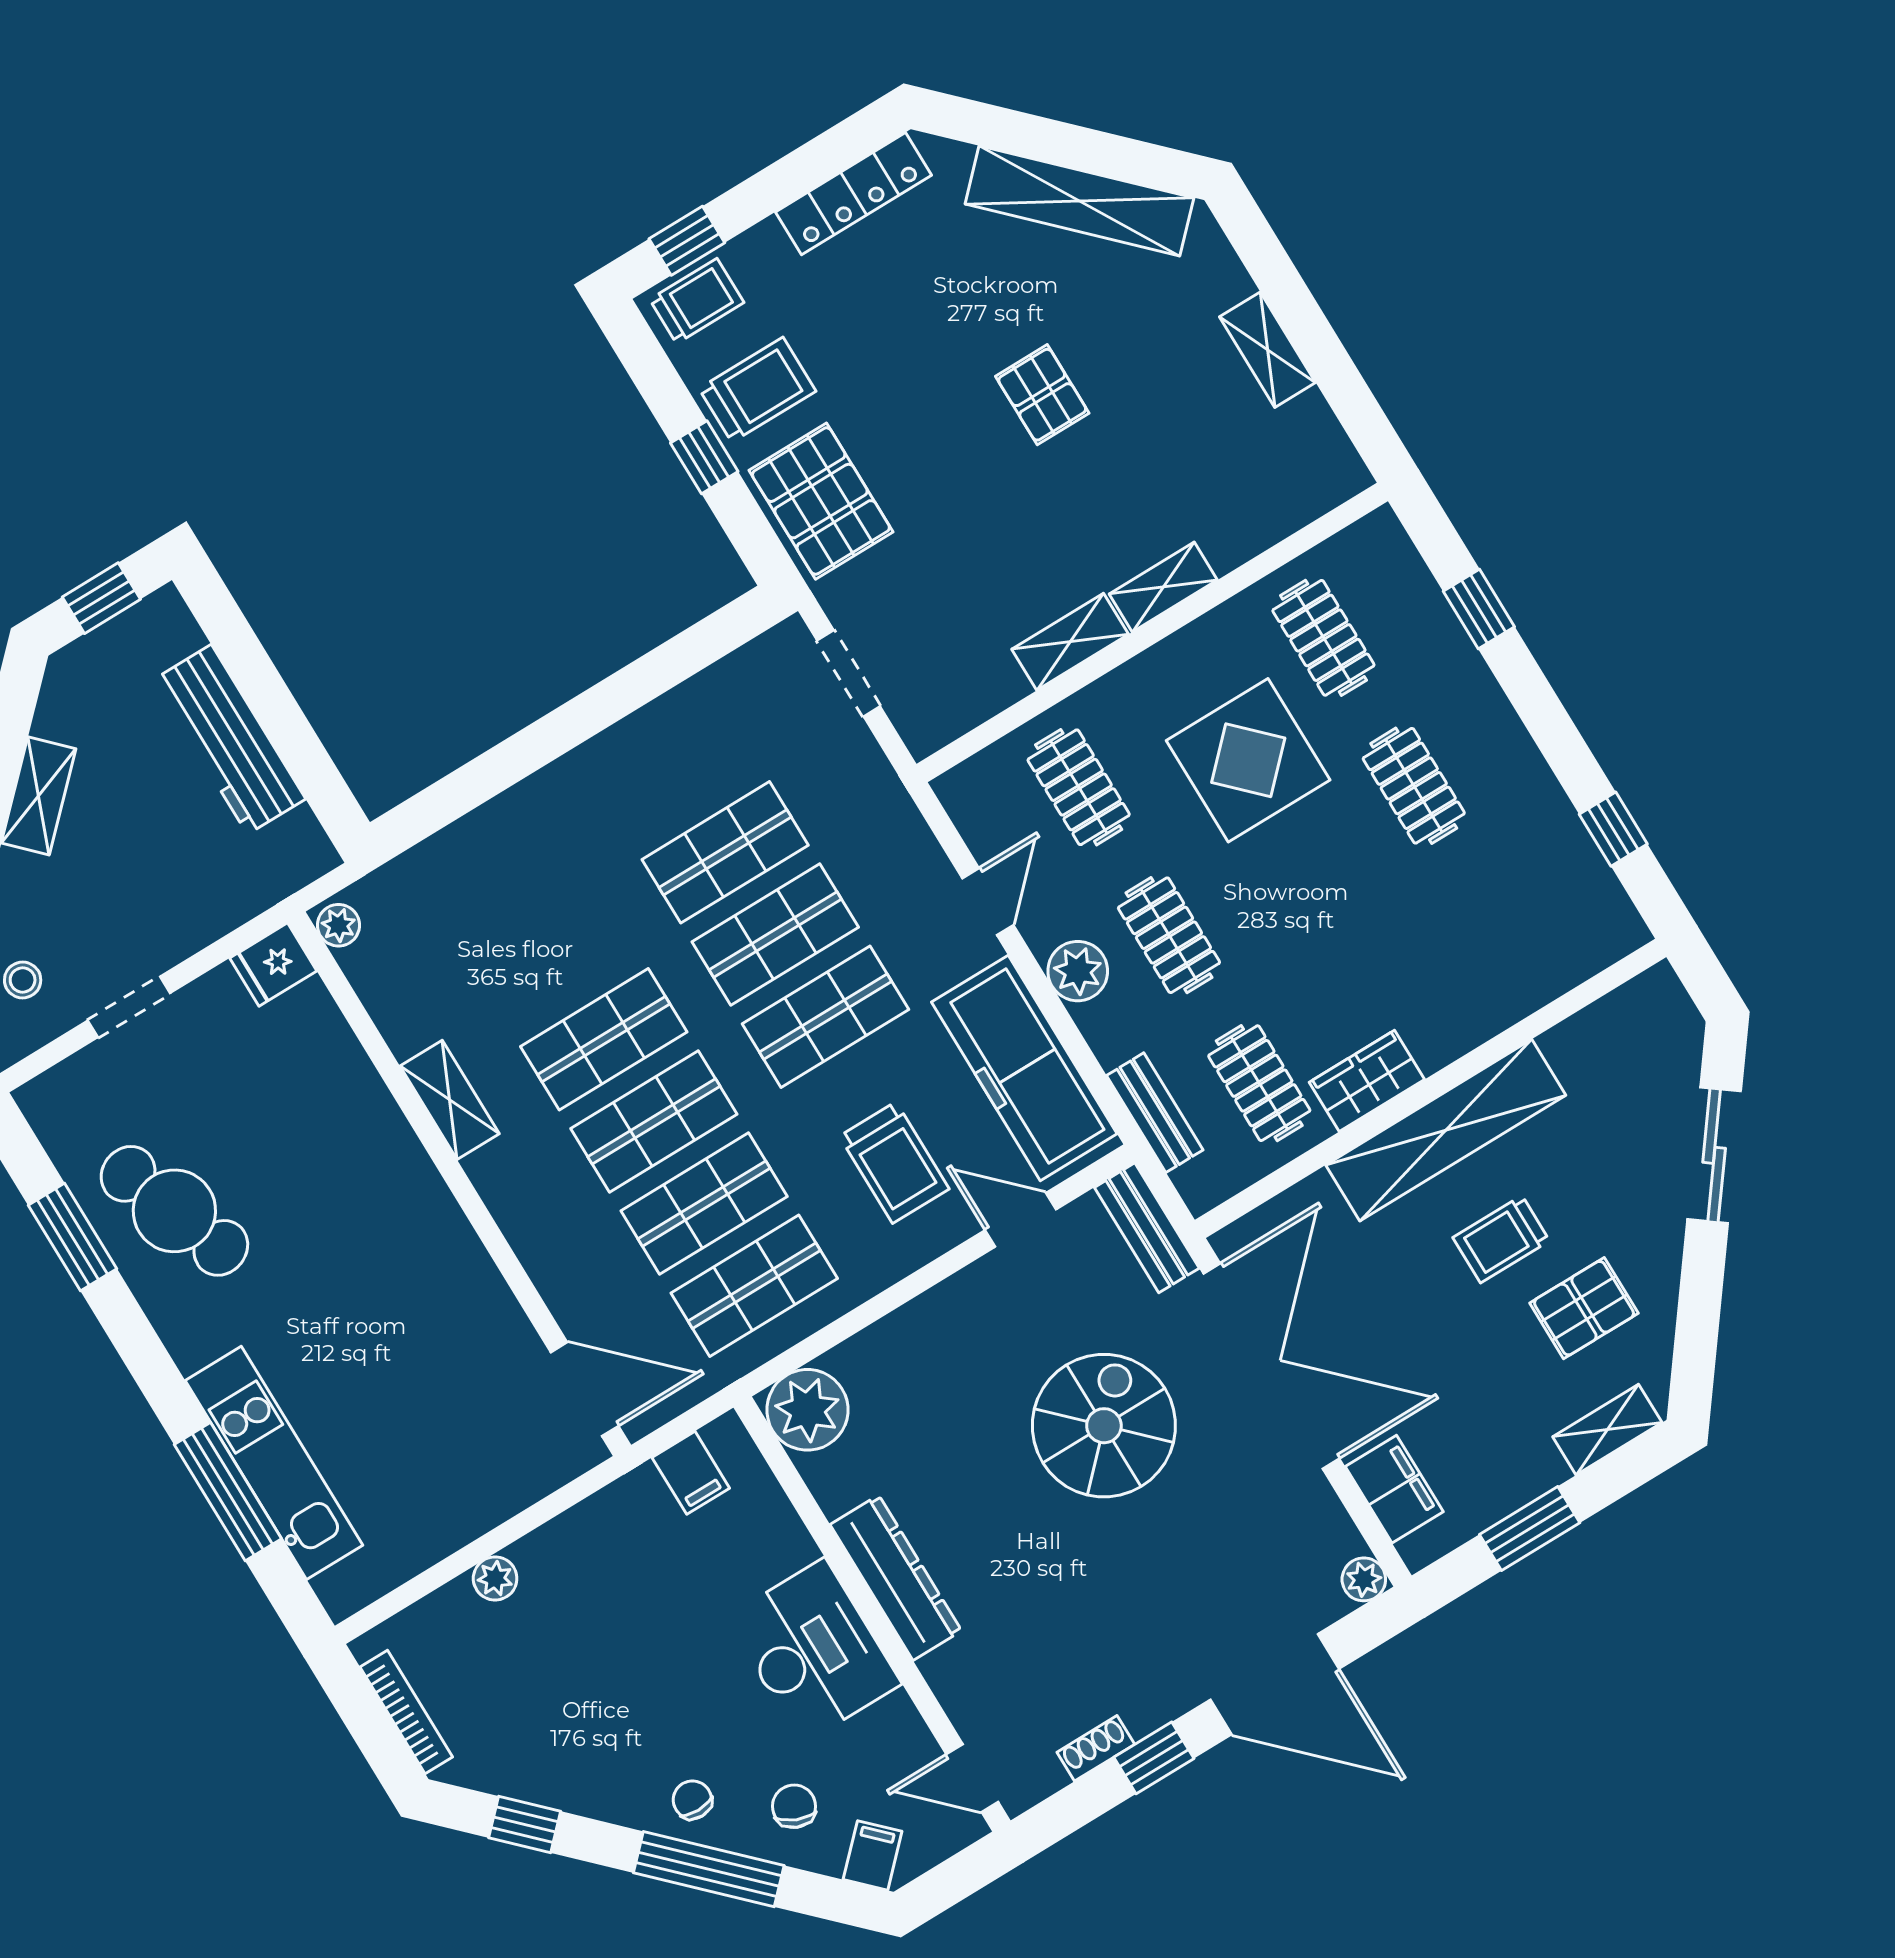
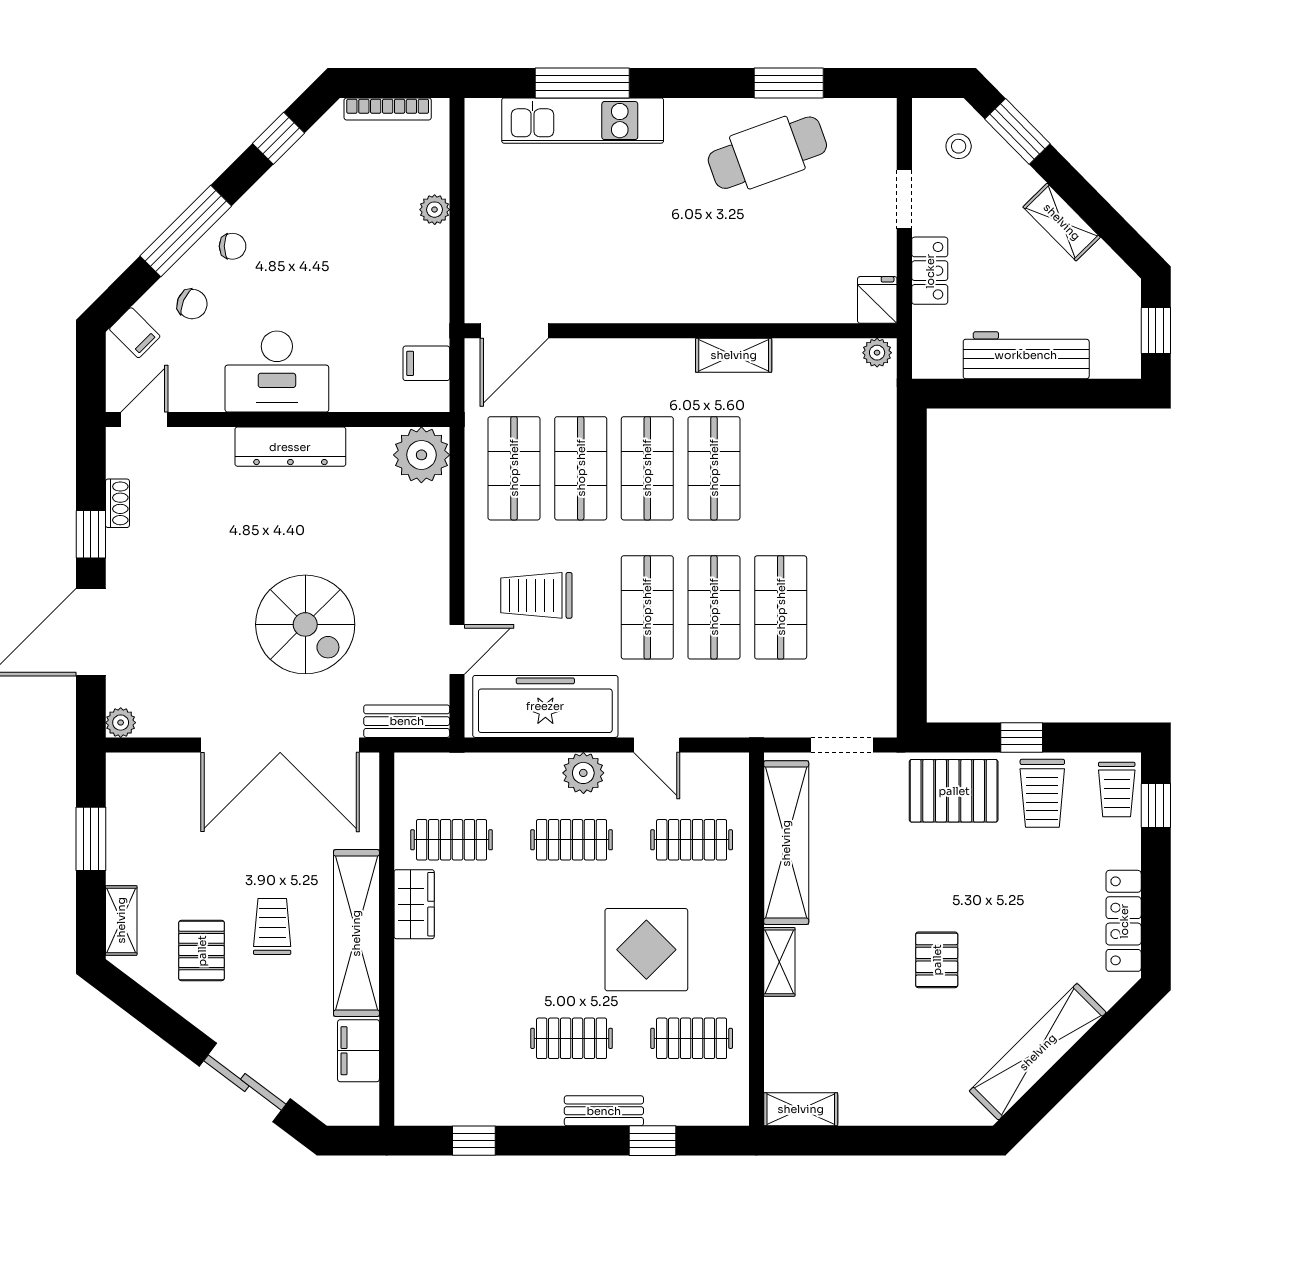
shelving: (1268, 350) -> (801, 1109), moved
pallet: (1042, 395) -> (937, 960), turned 90
shelving: (1070, 642) -> (786, 843), width x2.20, depth x1.33
locker: (198, 922) -> (930, 271), added
bench: (1155, 1113) -> (604, 1111), moved
filing cabinet: (1394, 1489) -> (358, 1051), moved, turned 90

